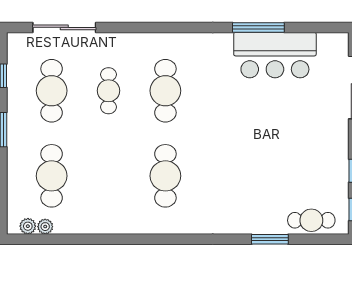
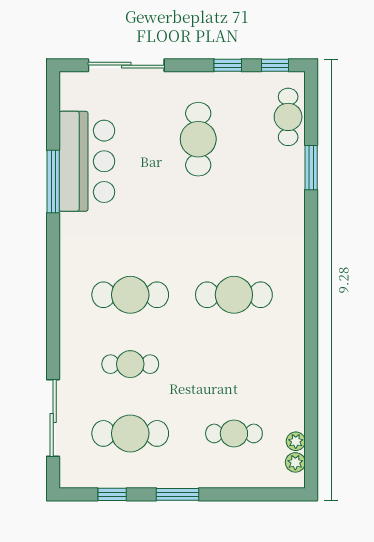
cafe table: (293, 147) -> (198, 139), added
cafe table: (52, 176) -> (234, 433), width x0.73, depth x0.74

